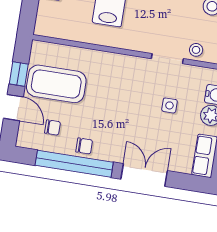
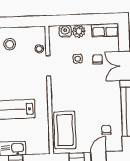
coffee table: (56, 84) -> (65, 130), moved
chair: (84, 146) -> (97, 59), moved

